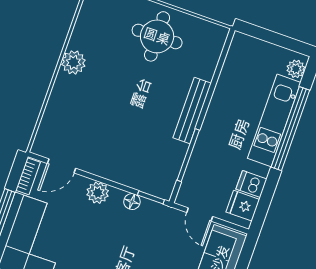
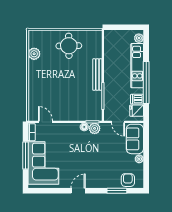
plant: (74, 62) -> (34, 54), moved
window: (290, 129) -> (146, 82), moved
door: (62, 166) -> (46, 122), swing flipped
plant: (98, 193) -> (95, 128), moved

